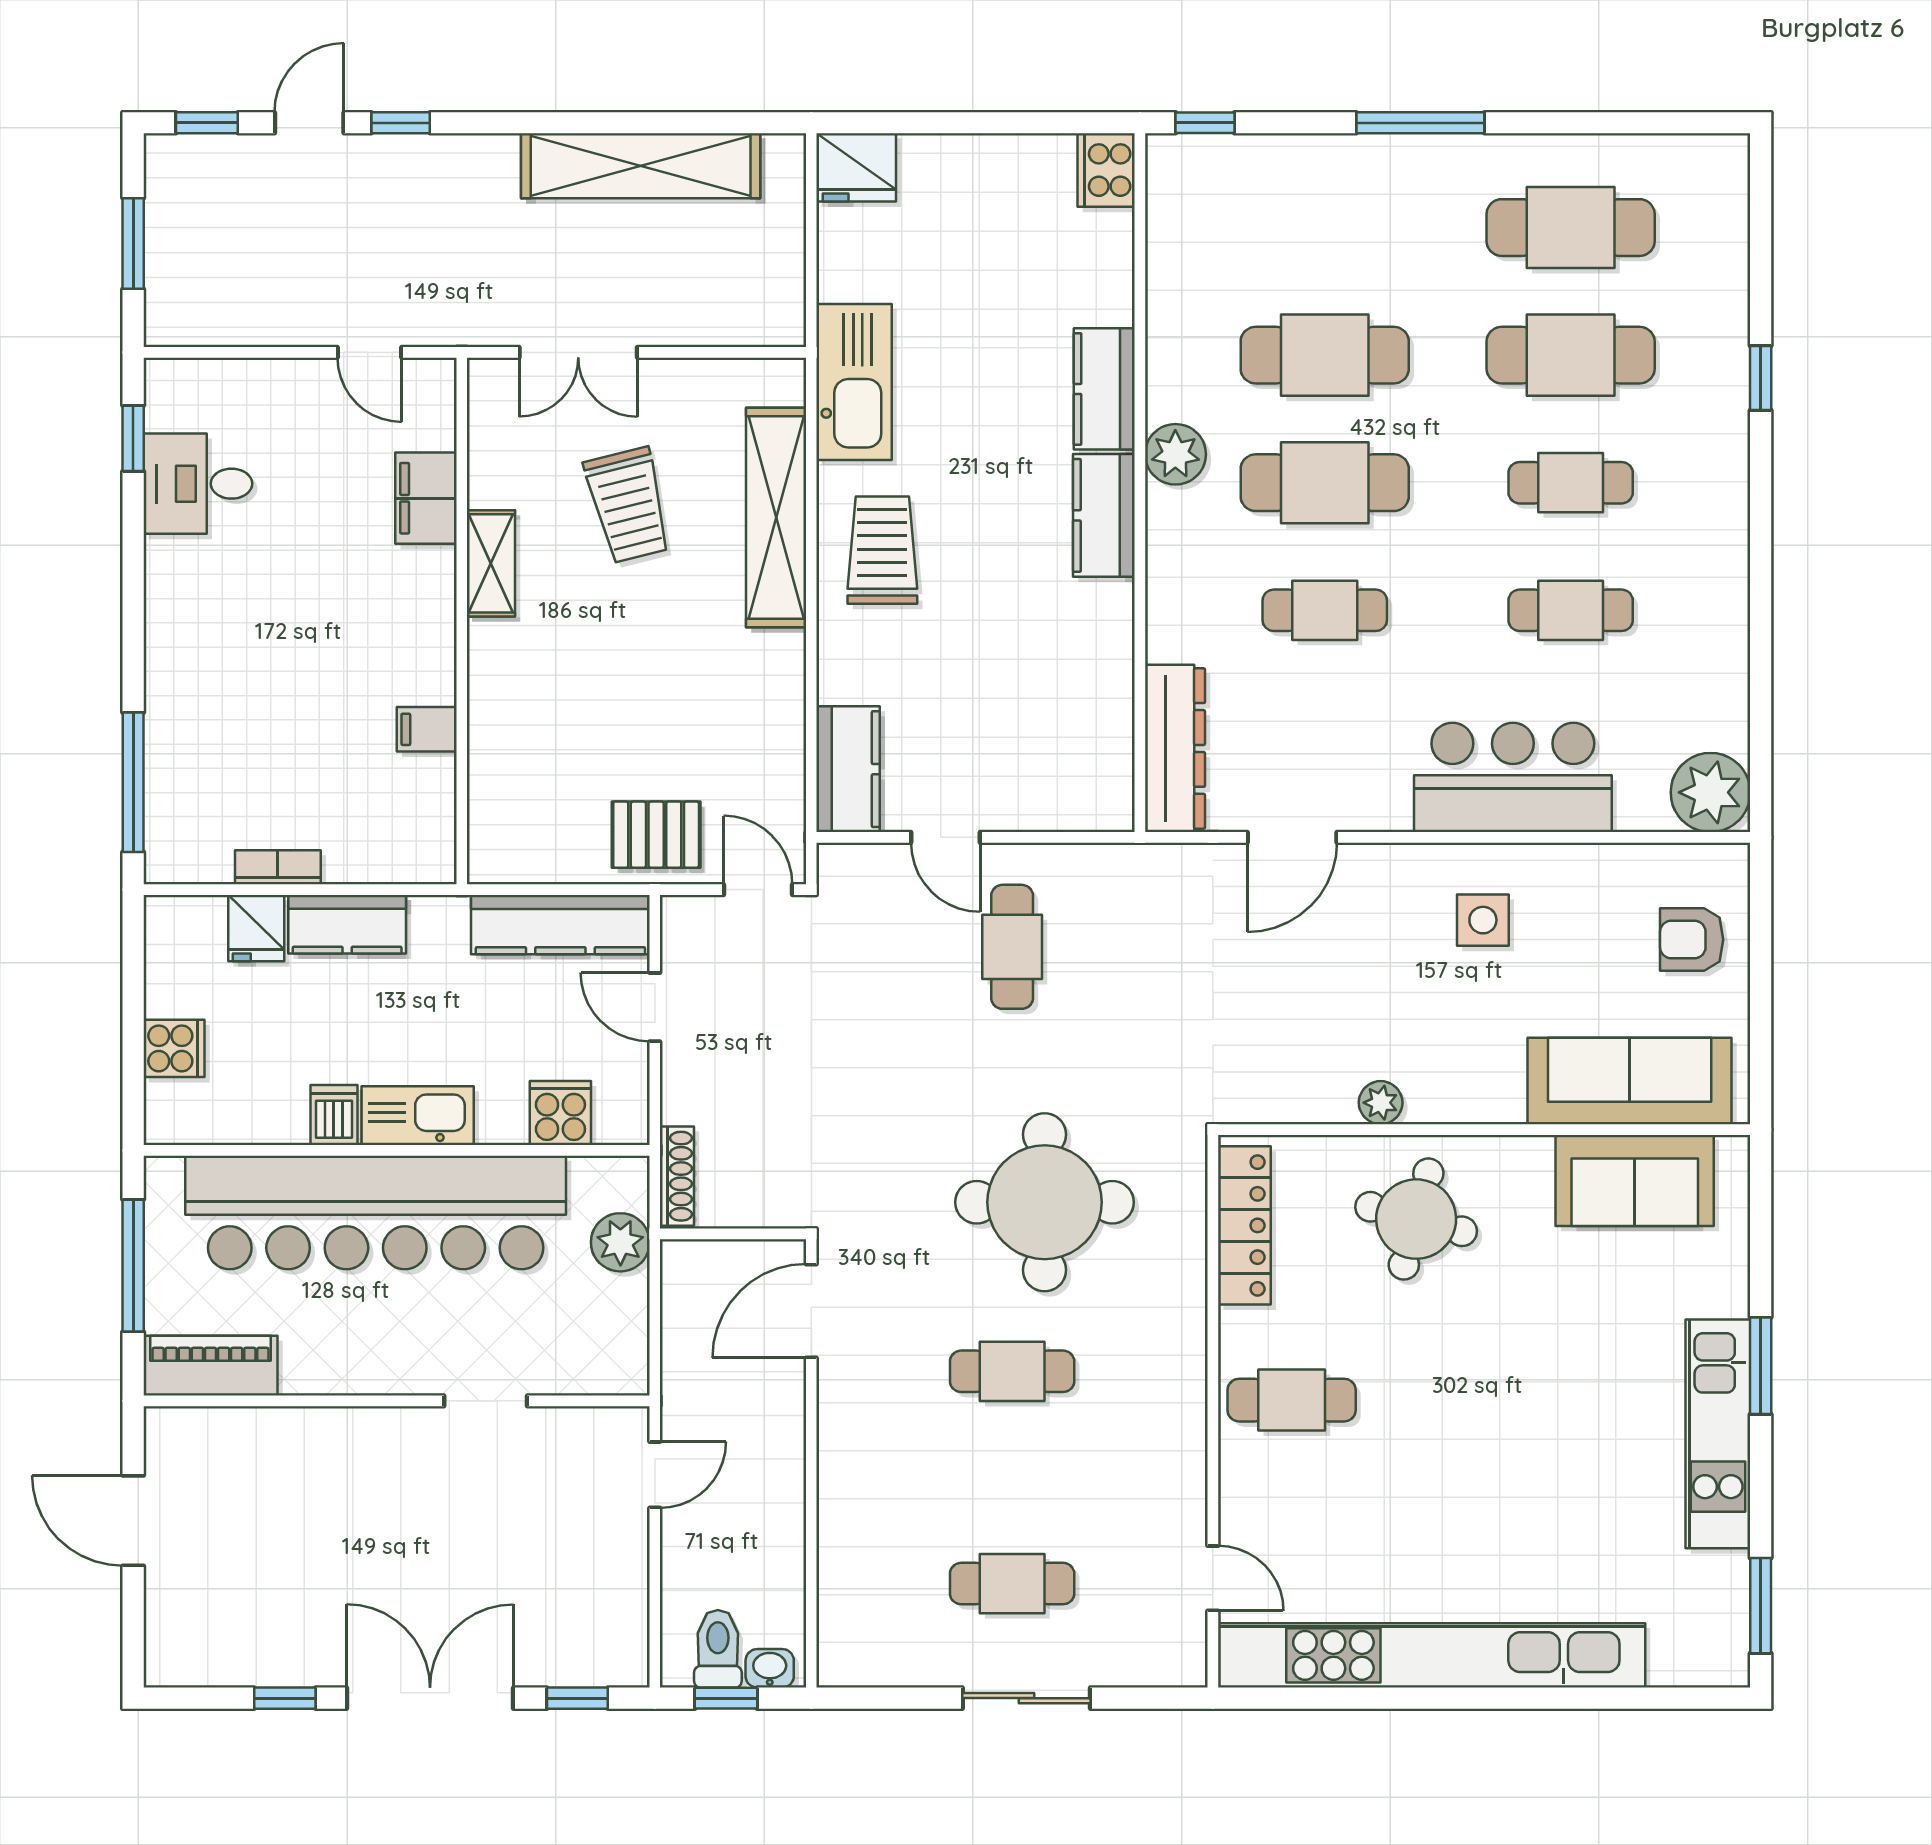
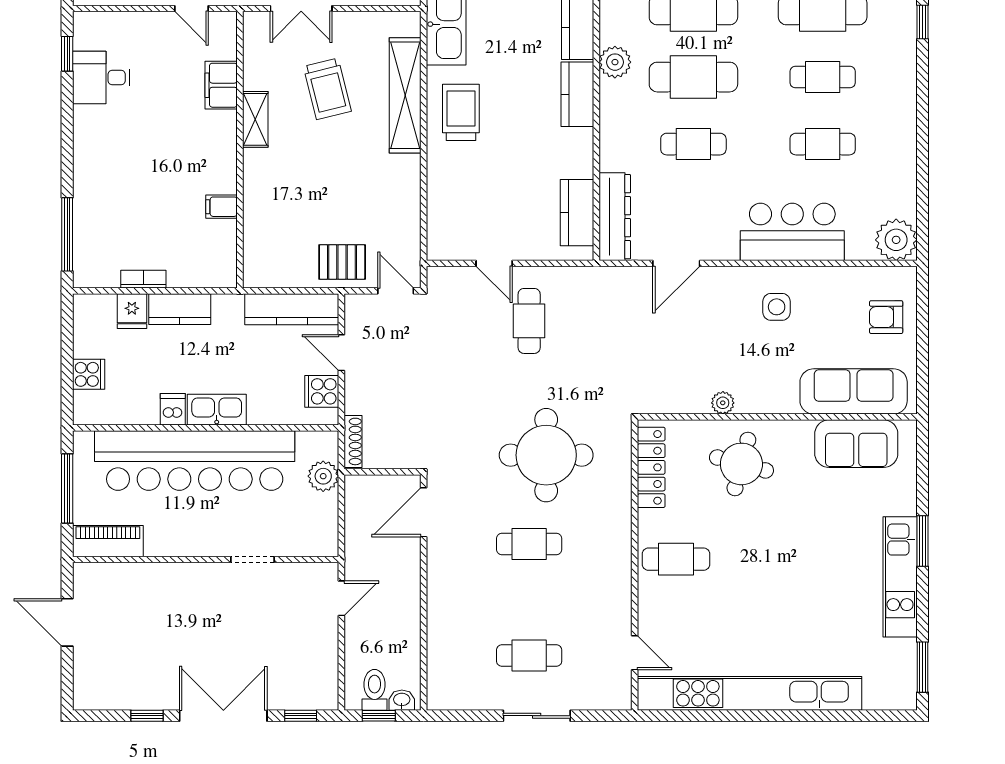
kitchen counter: (848, 769) -> (577, 213), moved, turned 180
cooker: (560, 1113) -> (322, 391), moved, turned -90

